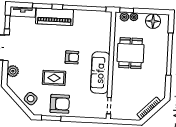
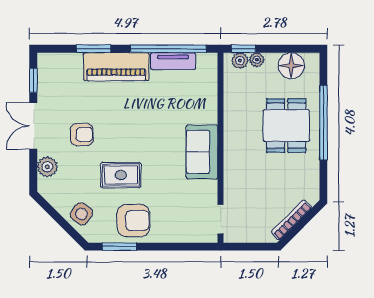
tv unit: (23, 12) -> (173, 61), moved
dining table: (131, 53) -> (286, 126), moved
armchair: (72, 57) -> (82, 135), moved
sofa: (100, 73) -> (202, 152), width x0.73

